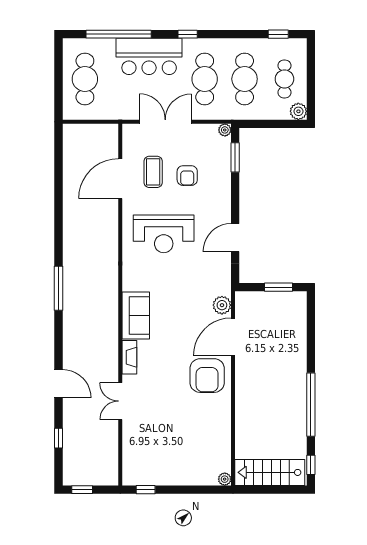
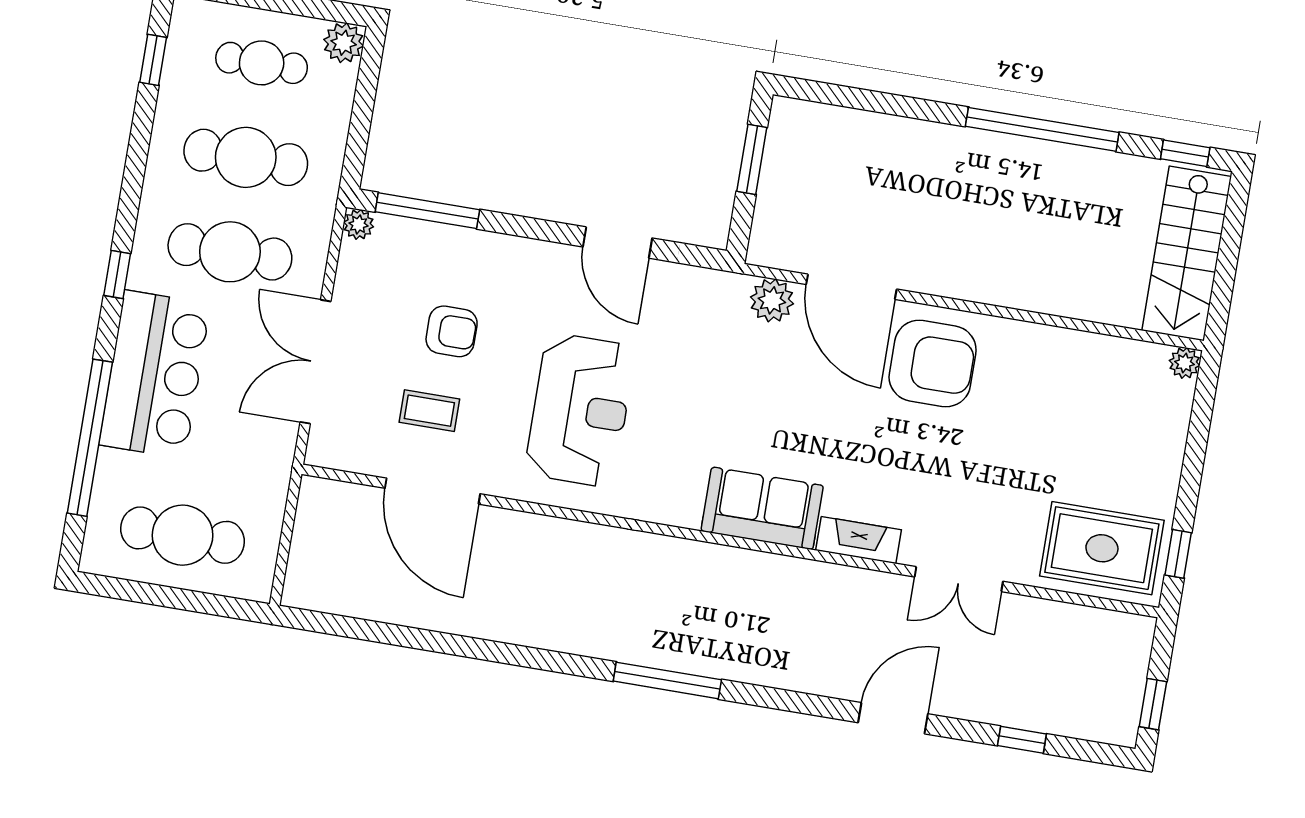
window: (235, 157) -> (427, 211), width x1.44
coffee table: (153, 172) -> (429, 411), width x0.73, depth x0.77
rug: (143, 458) -> (1102, 548), added

